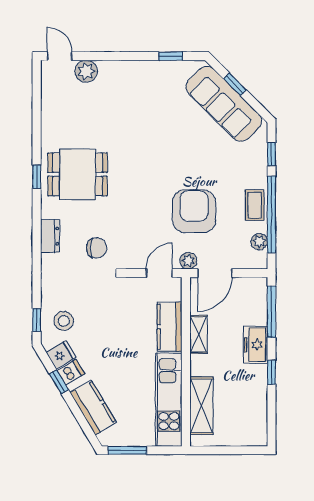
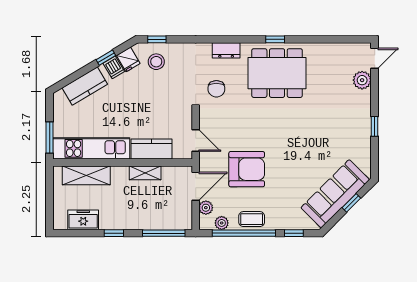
window: (171, 56) -> (375, 126), moved
dining table: (78, 174) -> (277, 73), width x1.38
plant: (188, 261) -> (206, 208), moved
door: (215, 273) -> (196, 186), swing flipped
freezer: (255, 345) -> (83, 220), moved
window: (127, 450) -> (50, 137), moved

